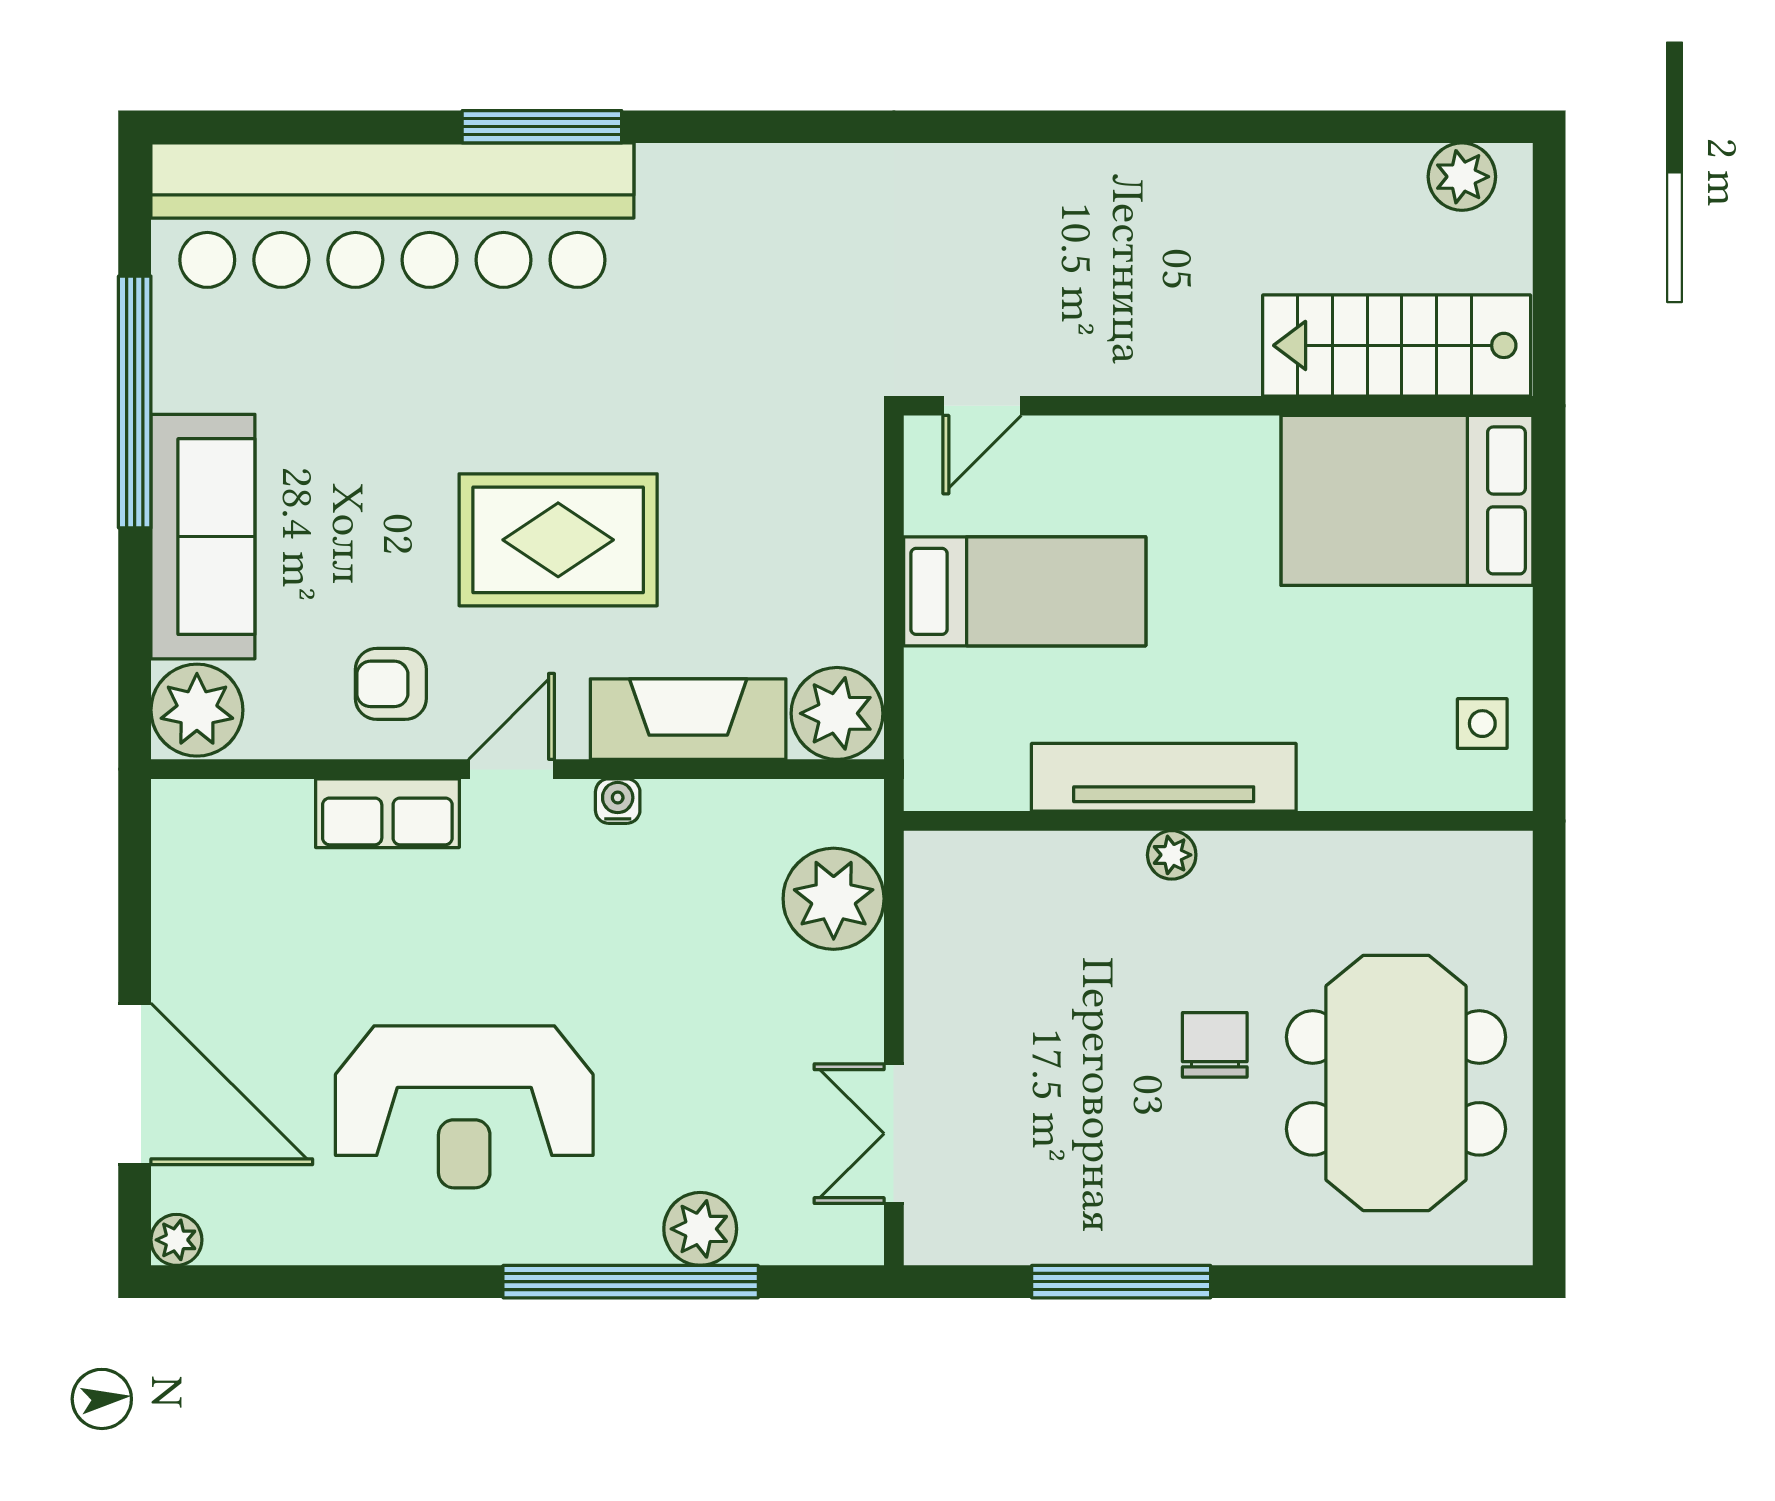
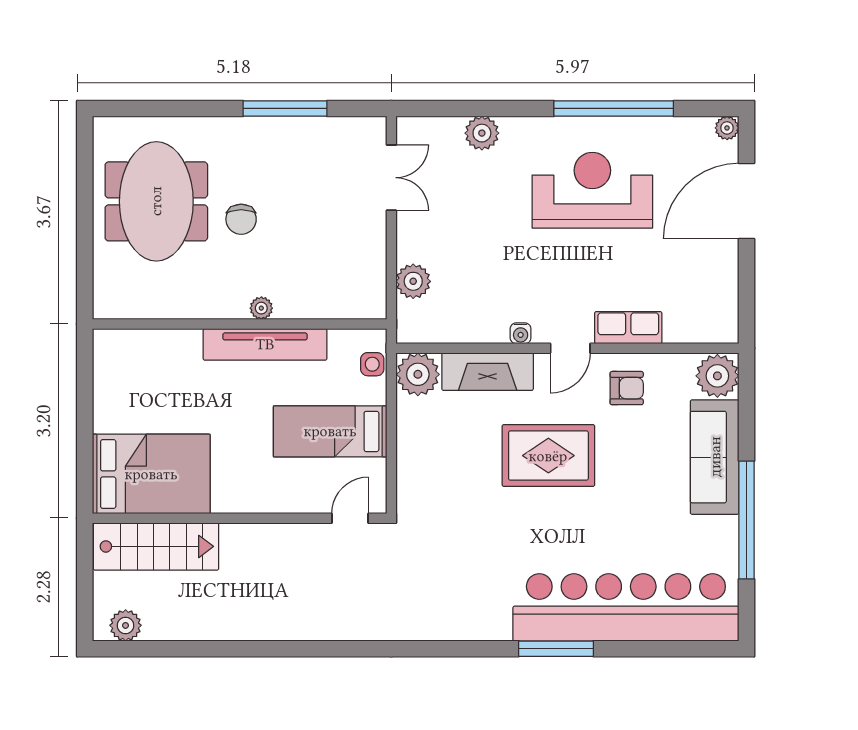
side table: (1482, 724) -> (372, 364), moved
plant: (834, 899) -> (413, 281), width x0.73, depth x0.73
door: (135, 1084) -> (747, 201), hinge flipped
window: (631, 1282) -> (614, 108), moved

